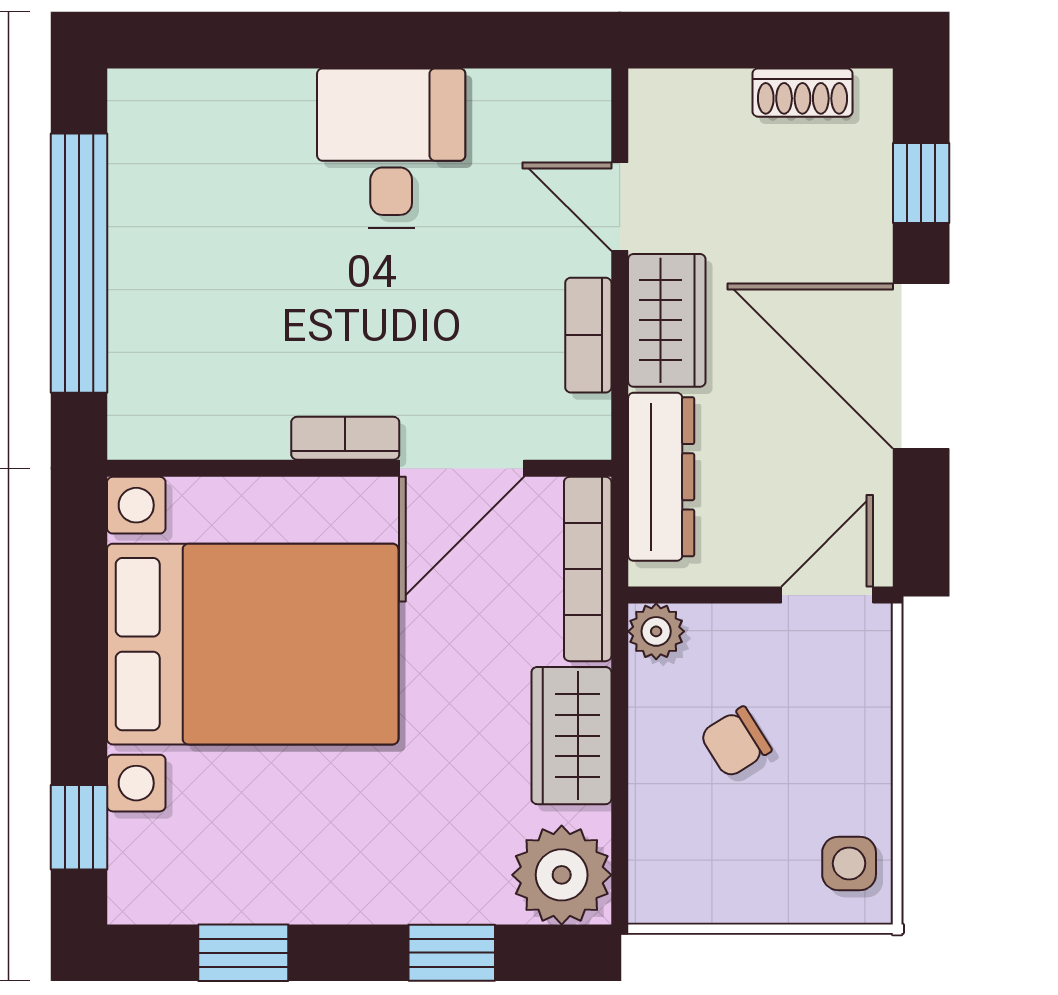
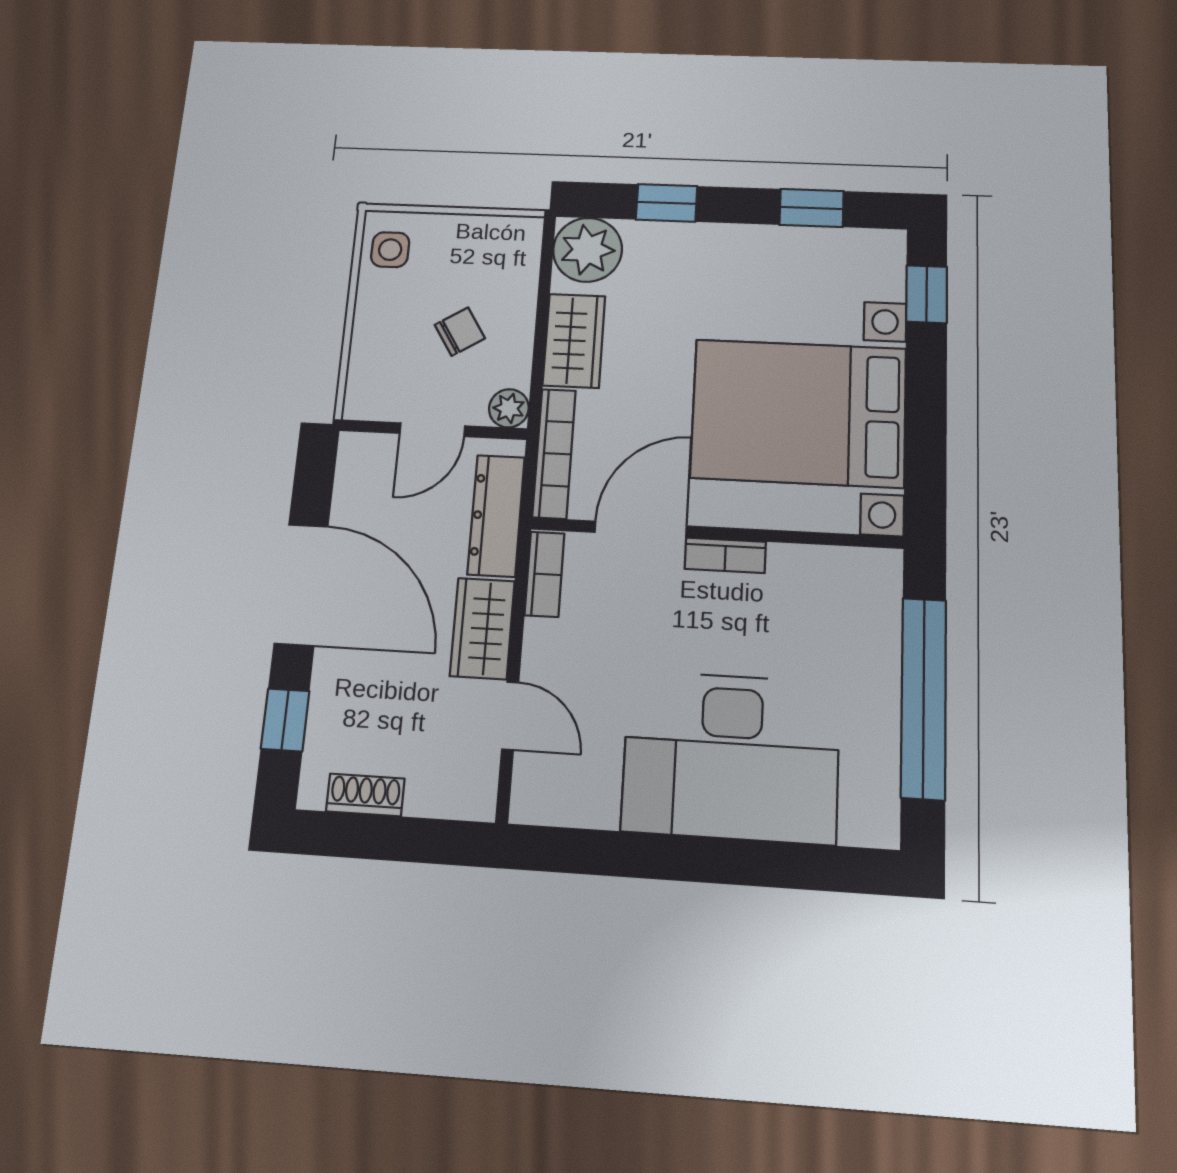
desk: (391, 148) -> (731, 756), width x1.87, depth x1.30
bookcase: (588, 335) -> (545, 574), moved
door: (827, 595) -> (432, 430), moved

